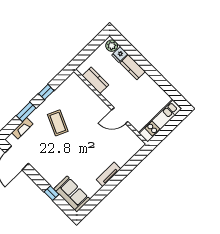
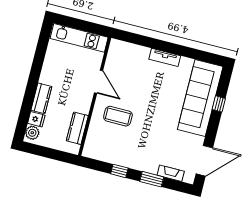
coffee table: (58, 123) -> (118, 116), moved, turned 66
sofa: (72, 194) -> (200, 98), width x1.85, depth x1.27

